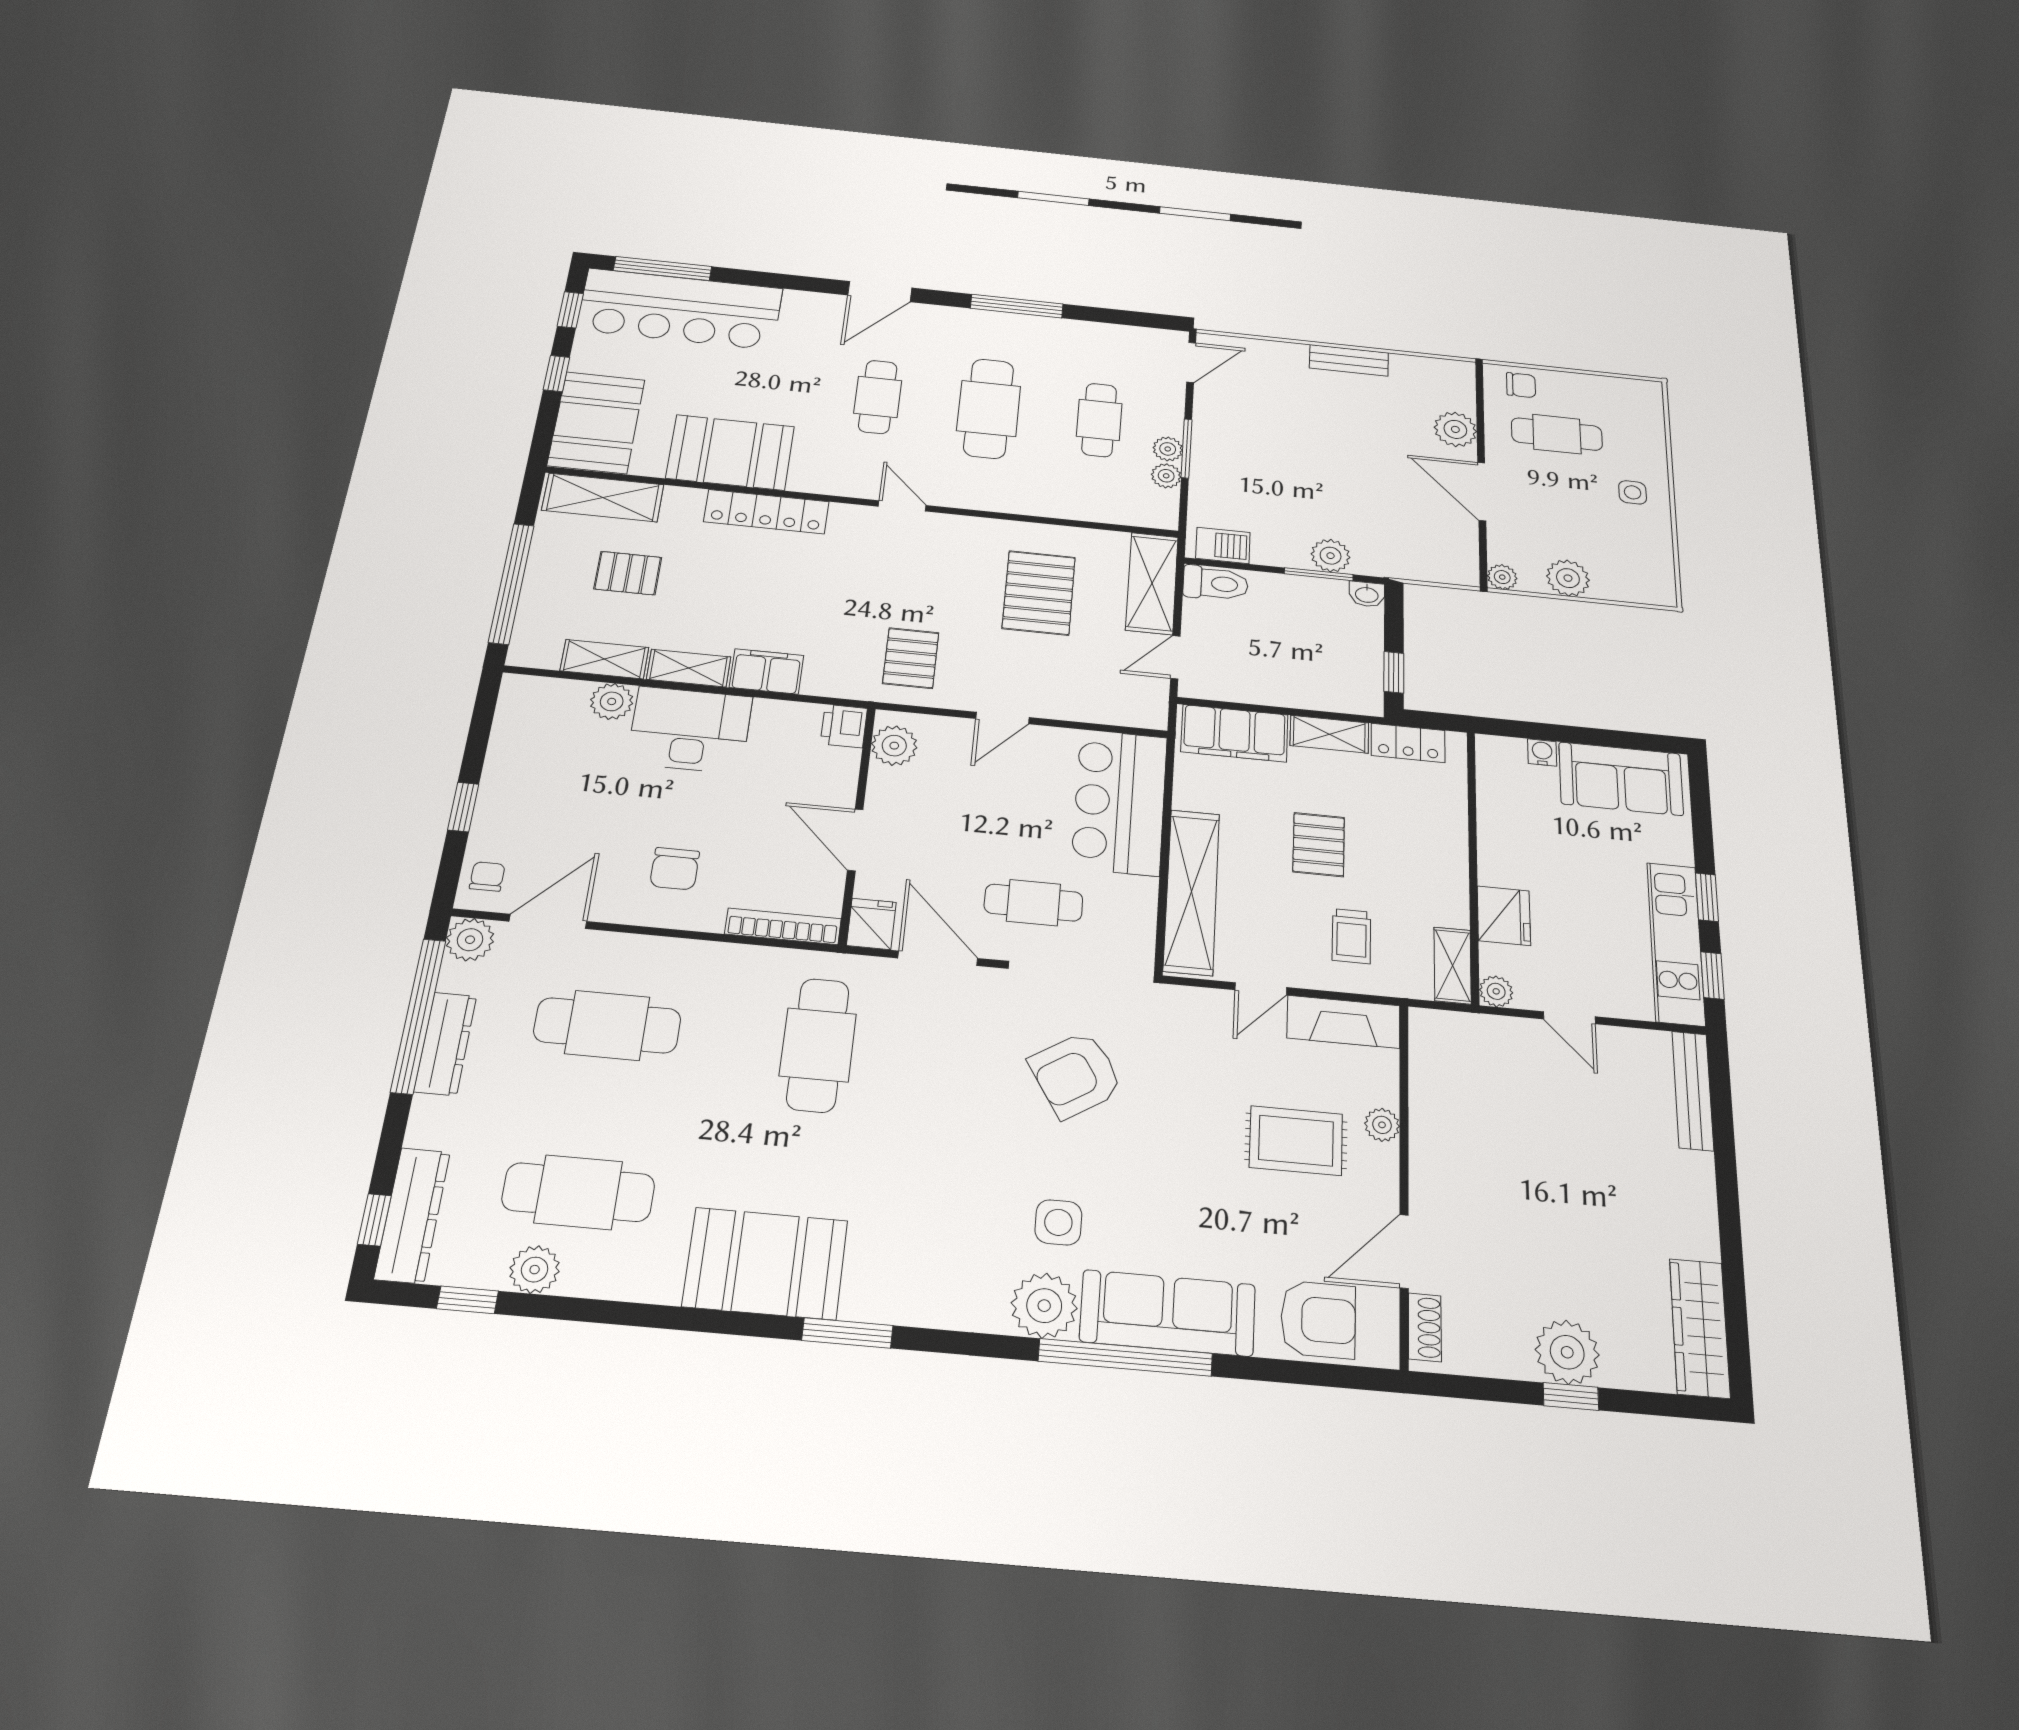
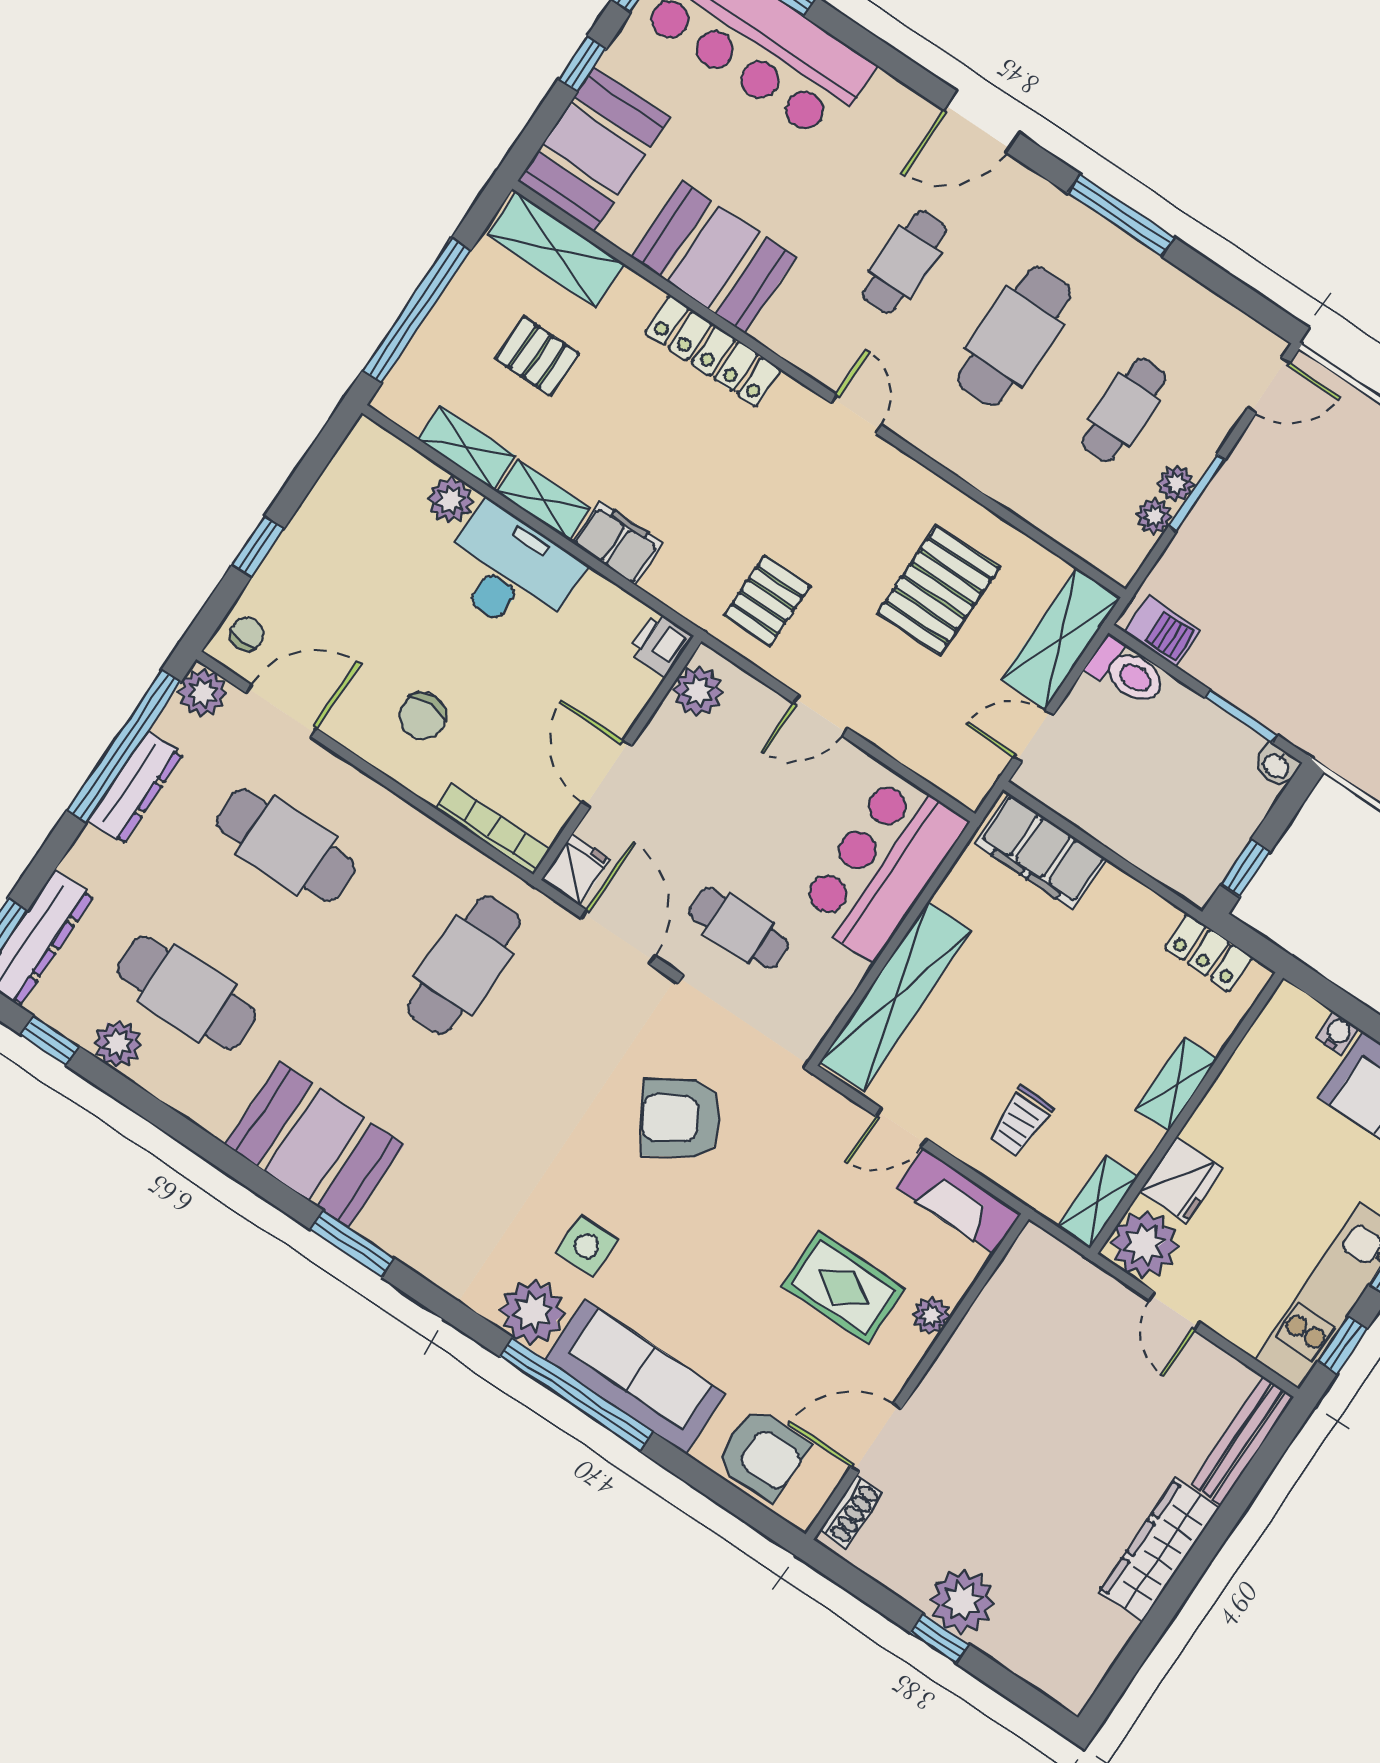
plant: (1331, 556) -> (1268, 701), removed
shelving: (1329, 734) -> (1177, 1084), moved, turned 90
pallet: (1319, 845) -> (1049, 1013), removed
plant: (1496, 991) -> (1144, 1245), width x1.87, depth x1.87
wardrobe: (1700, 1328) -> (1159, 1550), moved

